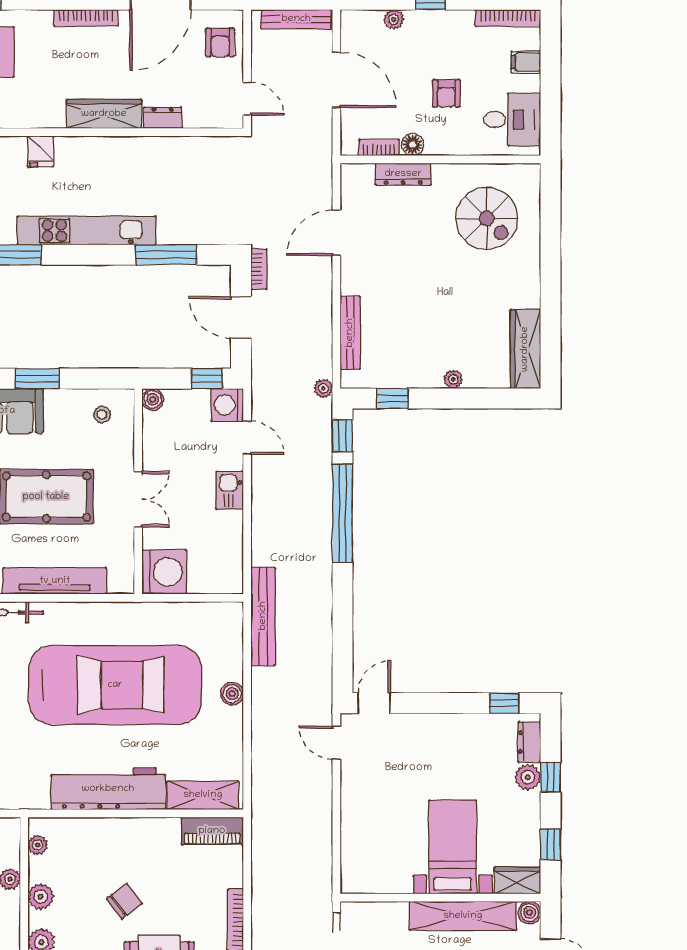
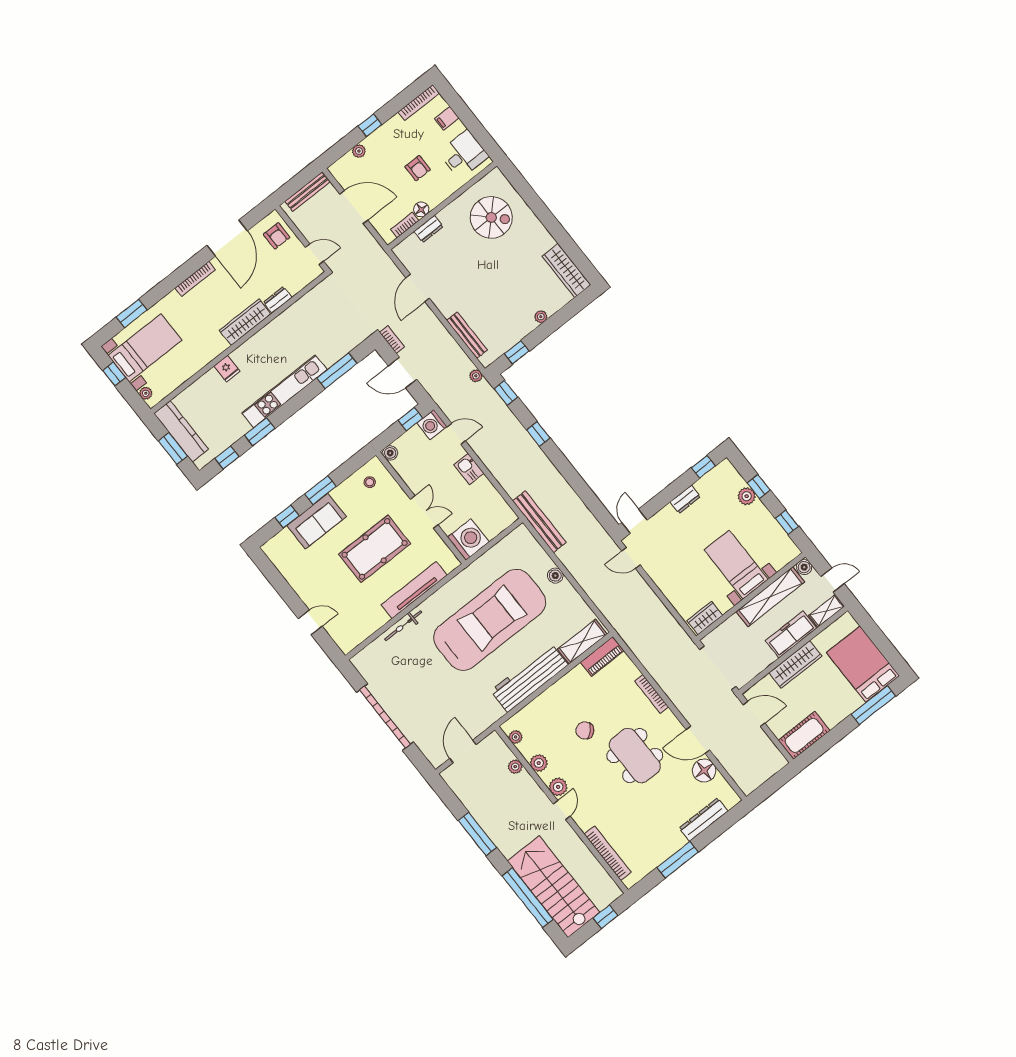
dresser: (403, 174) -> (429, 229), width x0.70
window: (343, 513) -> (538, 434), width x0.32
dresser: (529, 742) -> (685, 499), moved, turned -90
wardrobe: (517, 880) -> (705, 618), moved
chair: (124, 901) -> (585, 730), turned -97

